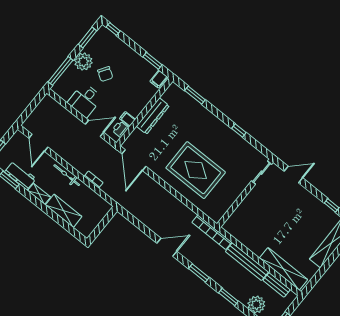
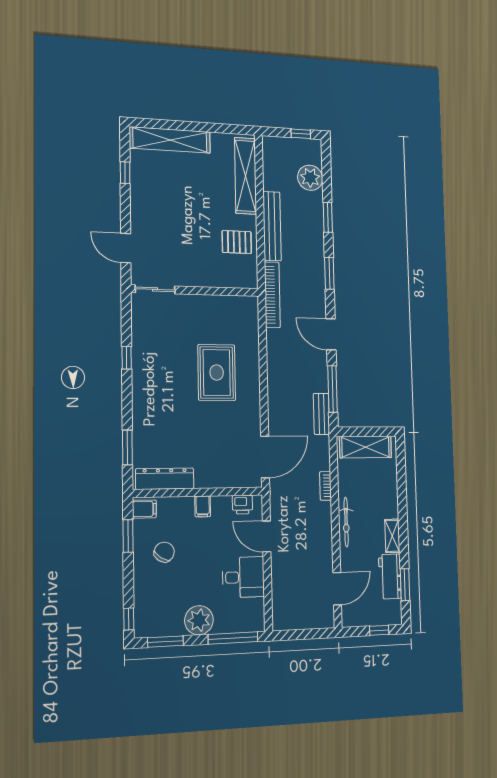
chair: (105, 74) -> (164, 552), moved
dresser: (153, 116) -> (165, 479), moved
filing cabinet: (127, 119) -> (203, 506), moved
rug: (196, 170) -> (217, 373), width x0.73, depth x0.69
shelving: (64, 211) -> (365, 447), moved, turned 90
window: (139, 224) -> (332, 389), added
pallet: (253, 236) -> (237, 242), added
bench: (277, 285) -> (321, 414), moved

